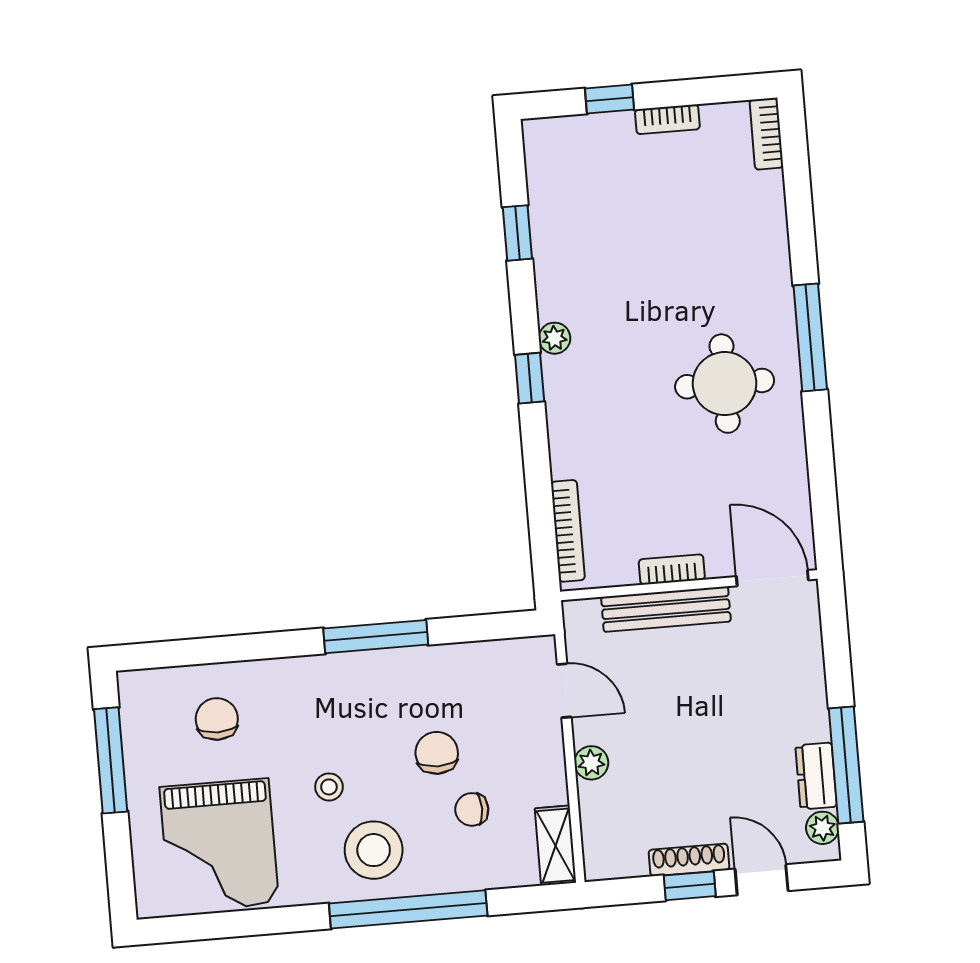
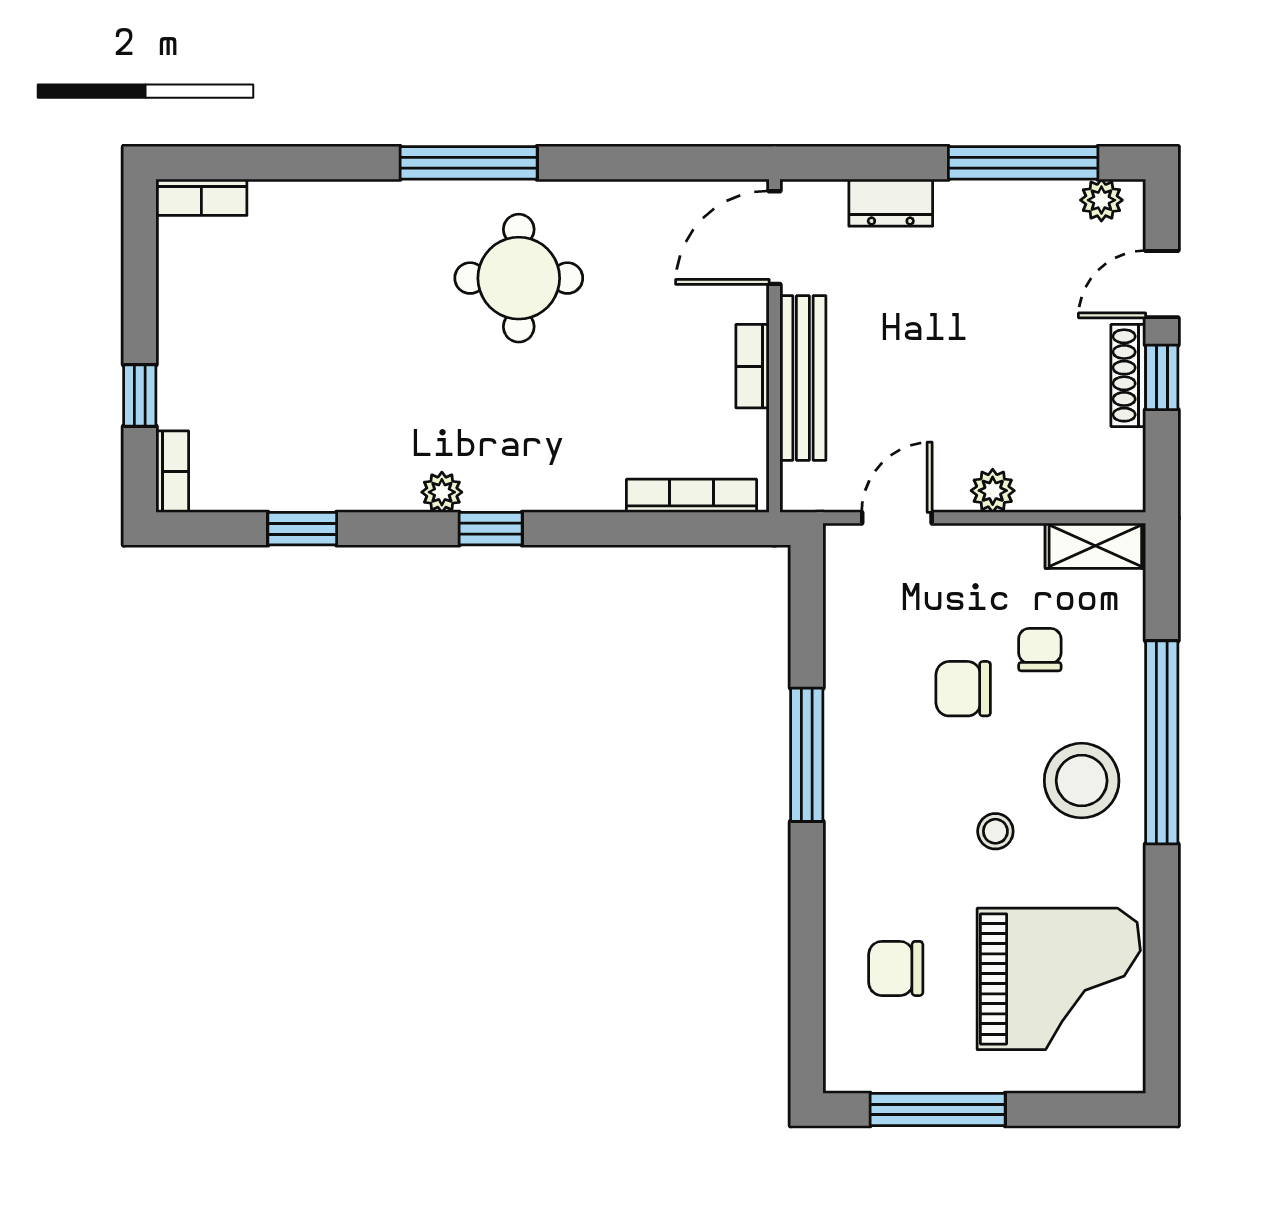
bookcase: (667, 119) -> (172, 472), moved
dresser: (816, 776) -> (891, 203), moved
chair: (472, 809) -> (1040, 650), turned 180

